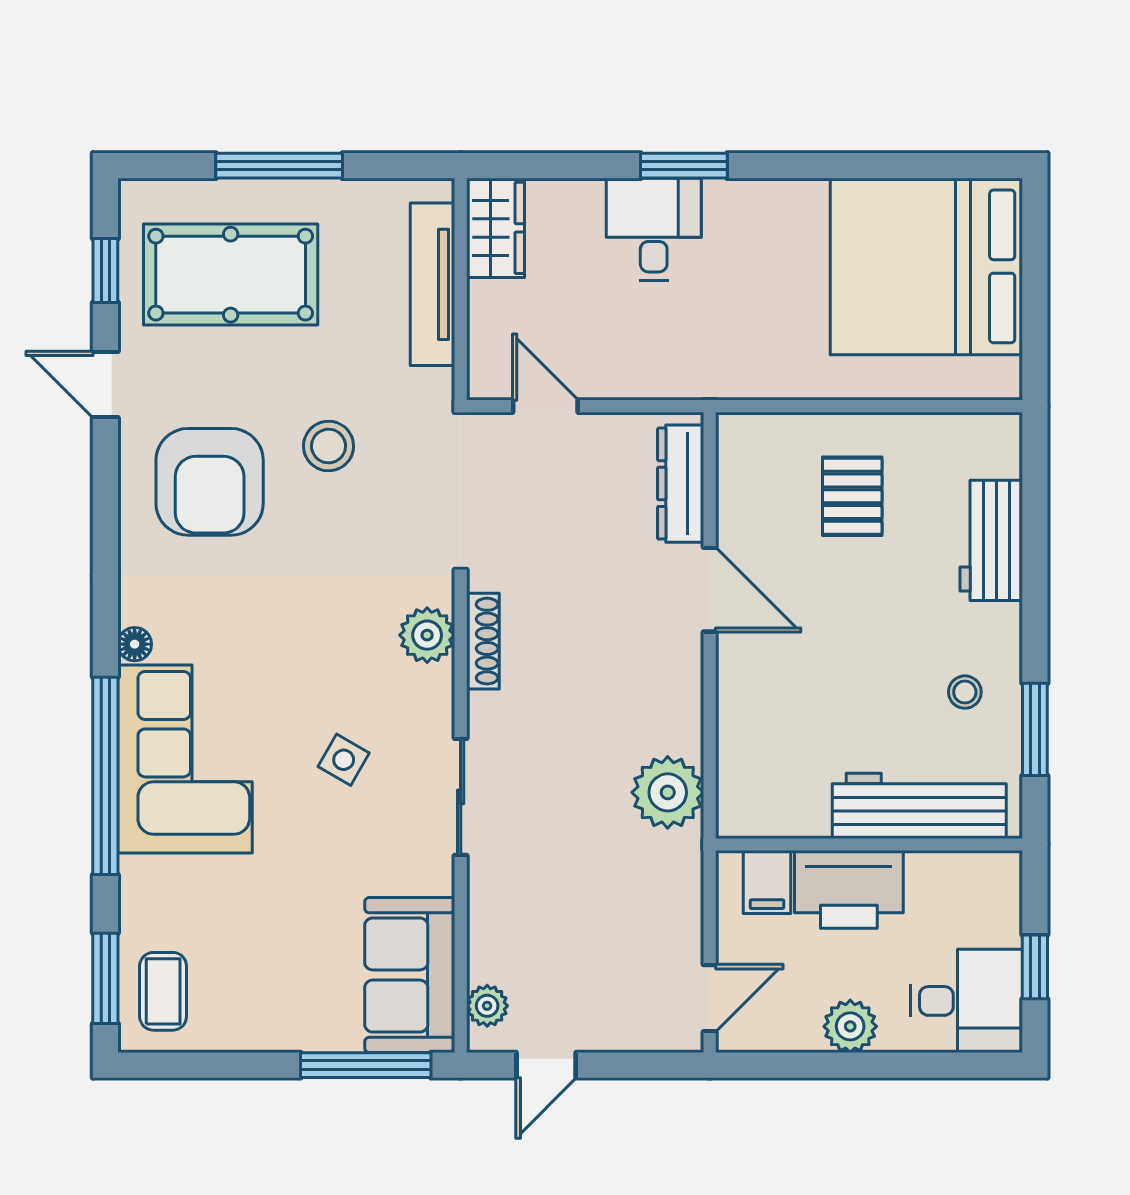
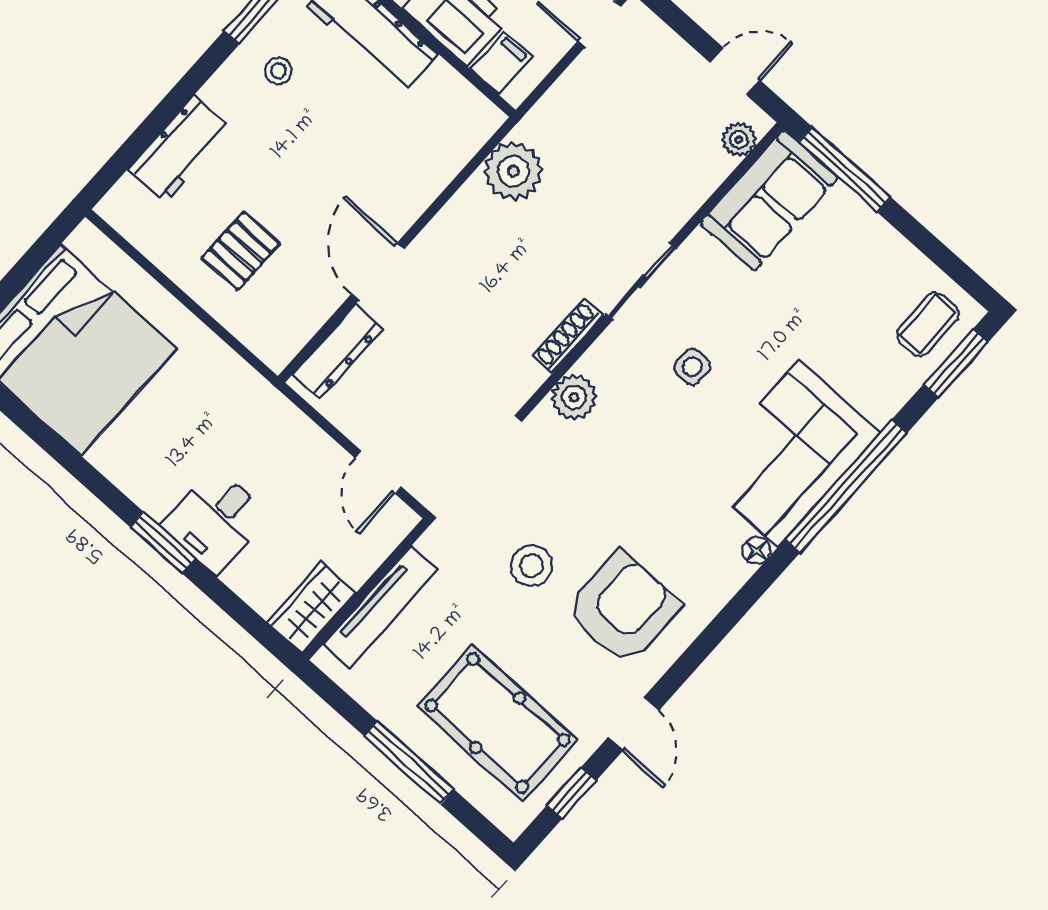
shoe rack: (483, 641) -> (568, 336), moved
side table: (344, 760) -> (692, 367), turned -30

